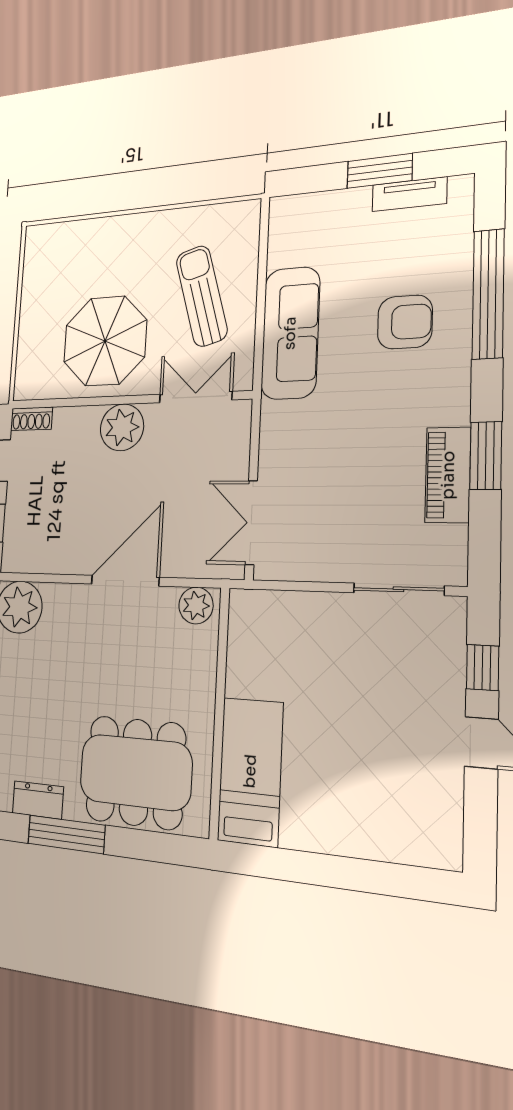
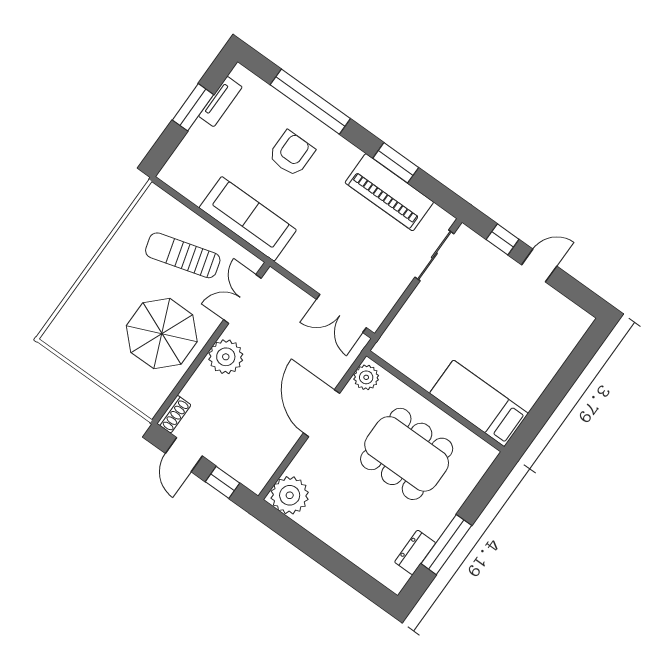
piano: (448, 475) -> (389, 192), width x1.37, depth x1.33
dining table: (135, 772) -> (407, 454), moved, turned 90

